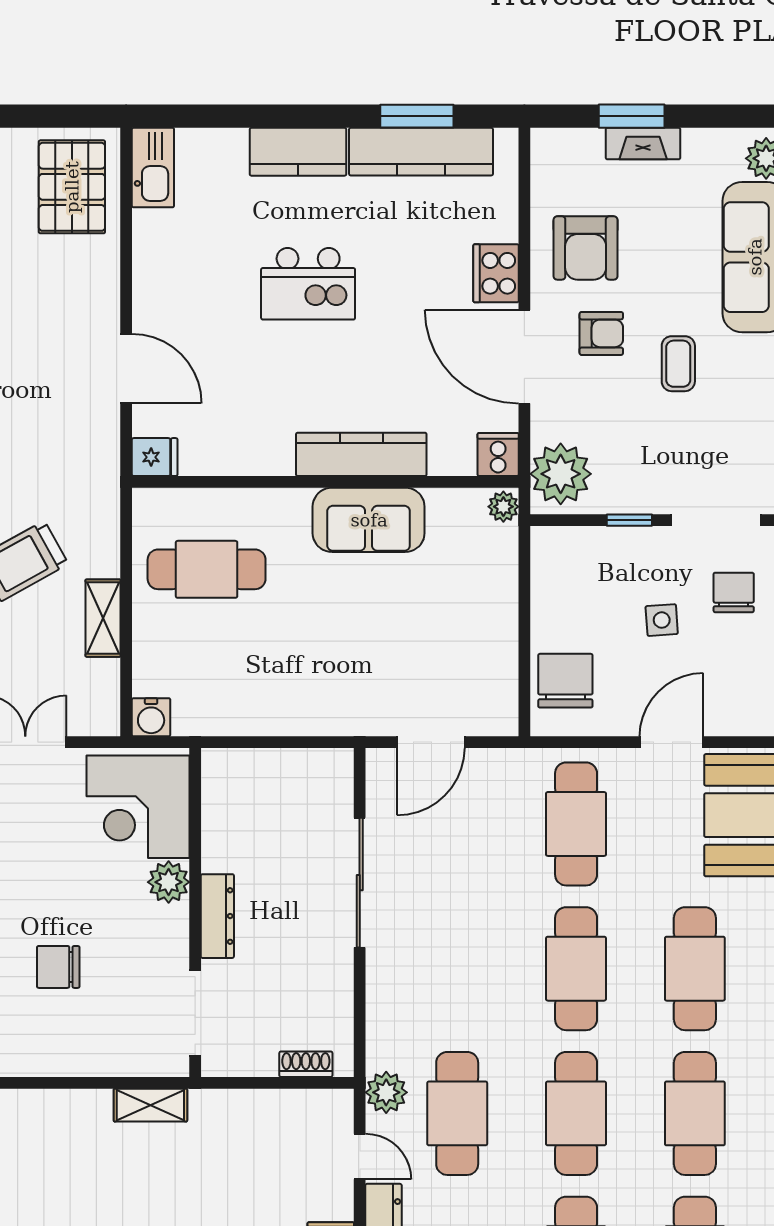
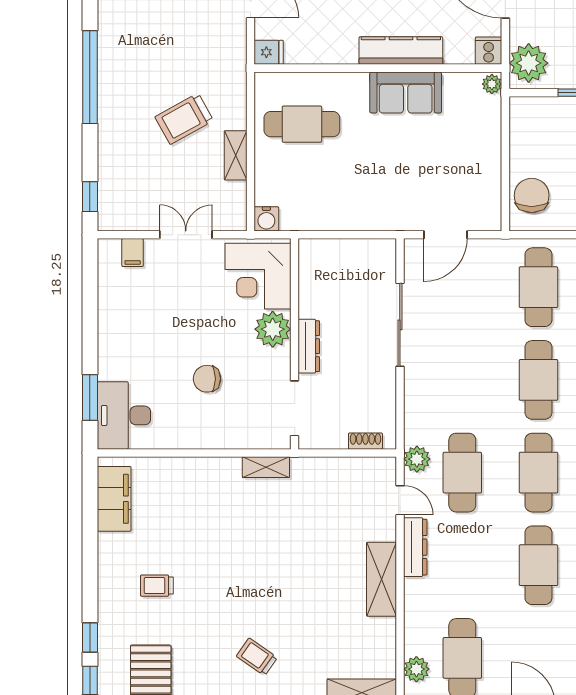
plant: (169, 882) -> (273, 329), width x1.36, depth x1.36

